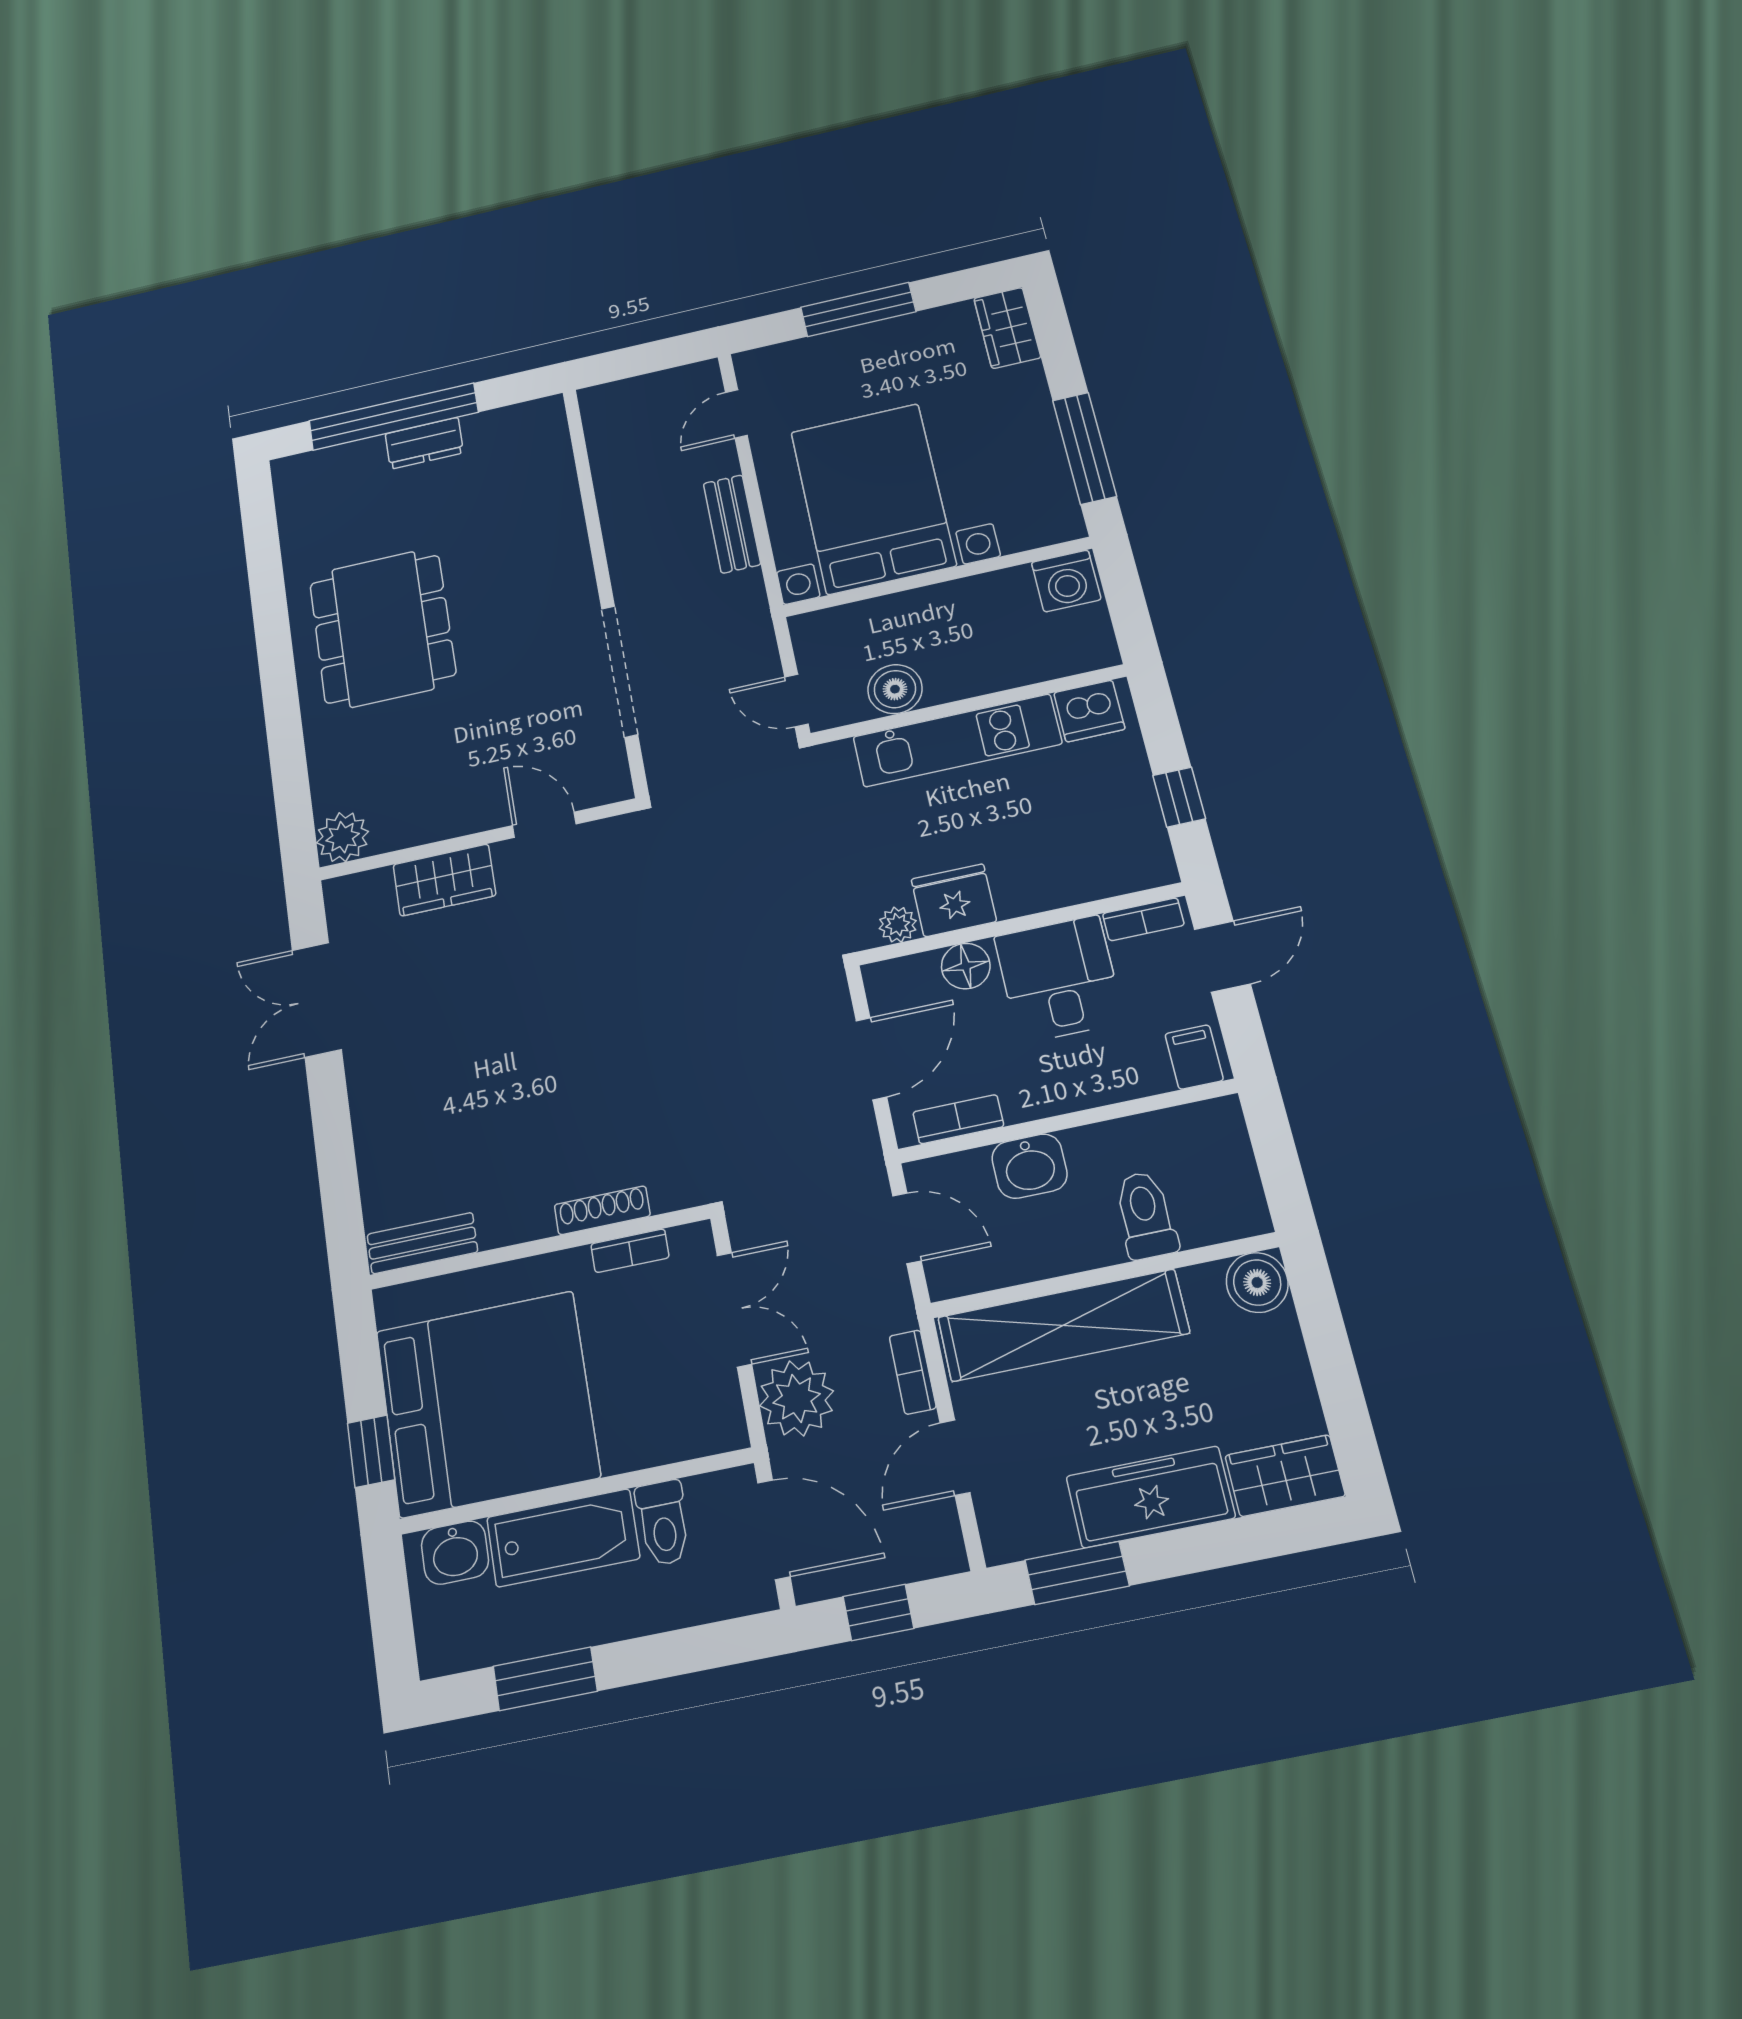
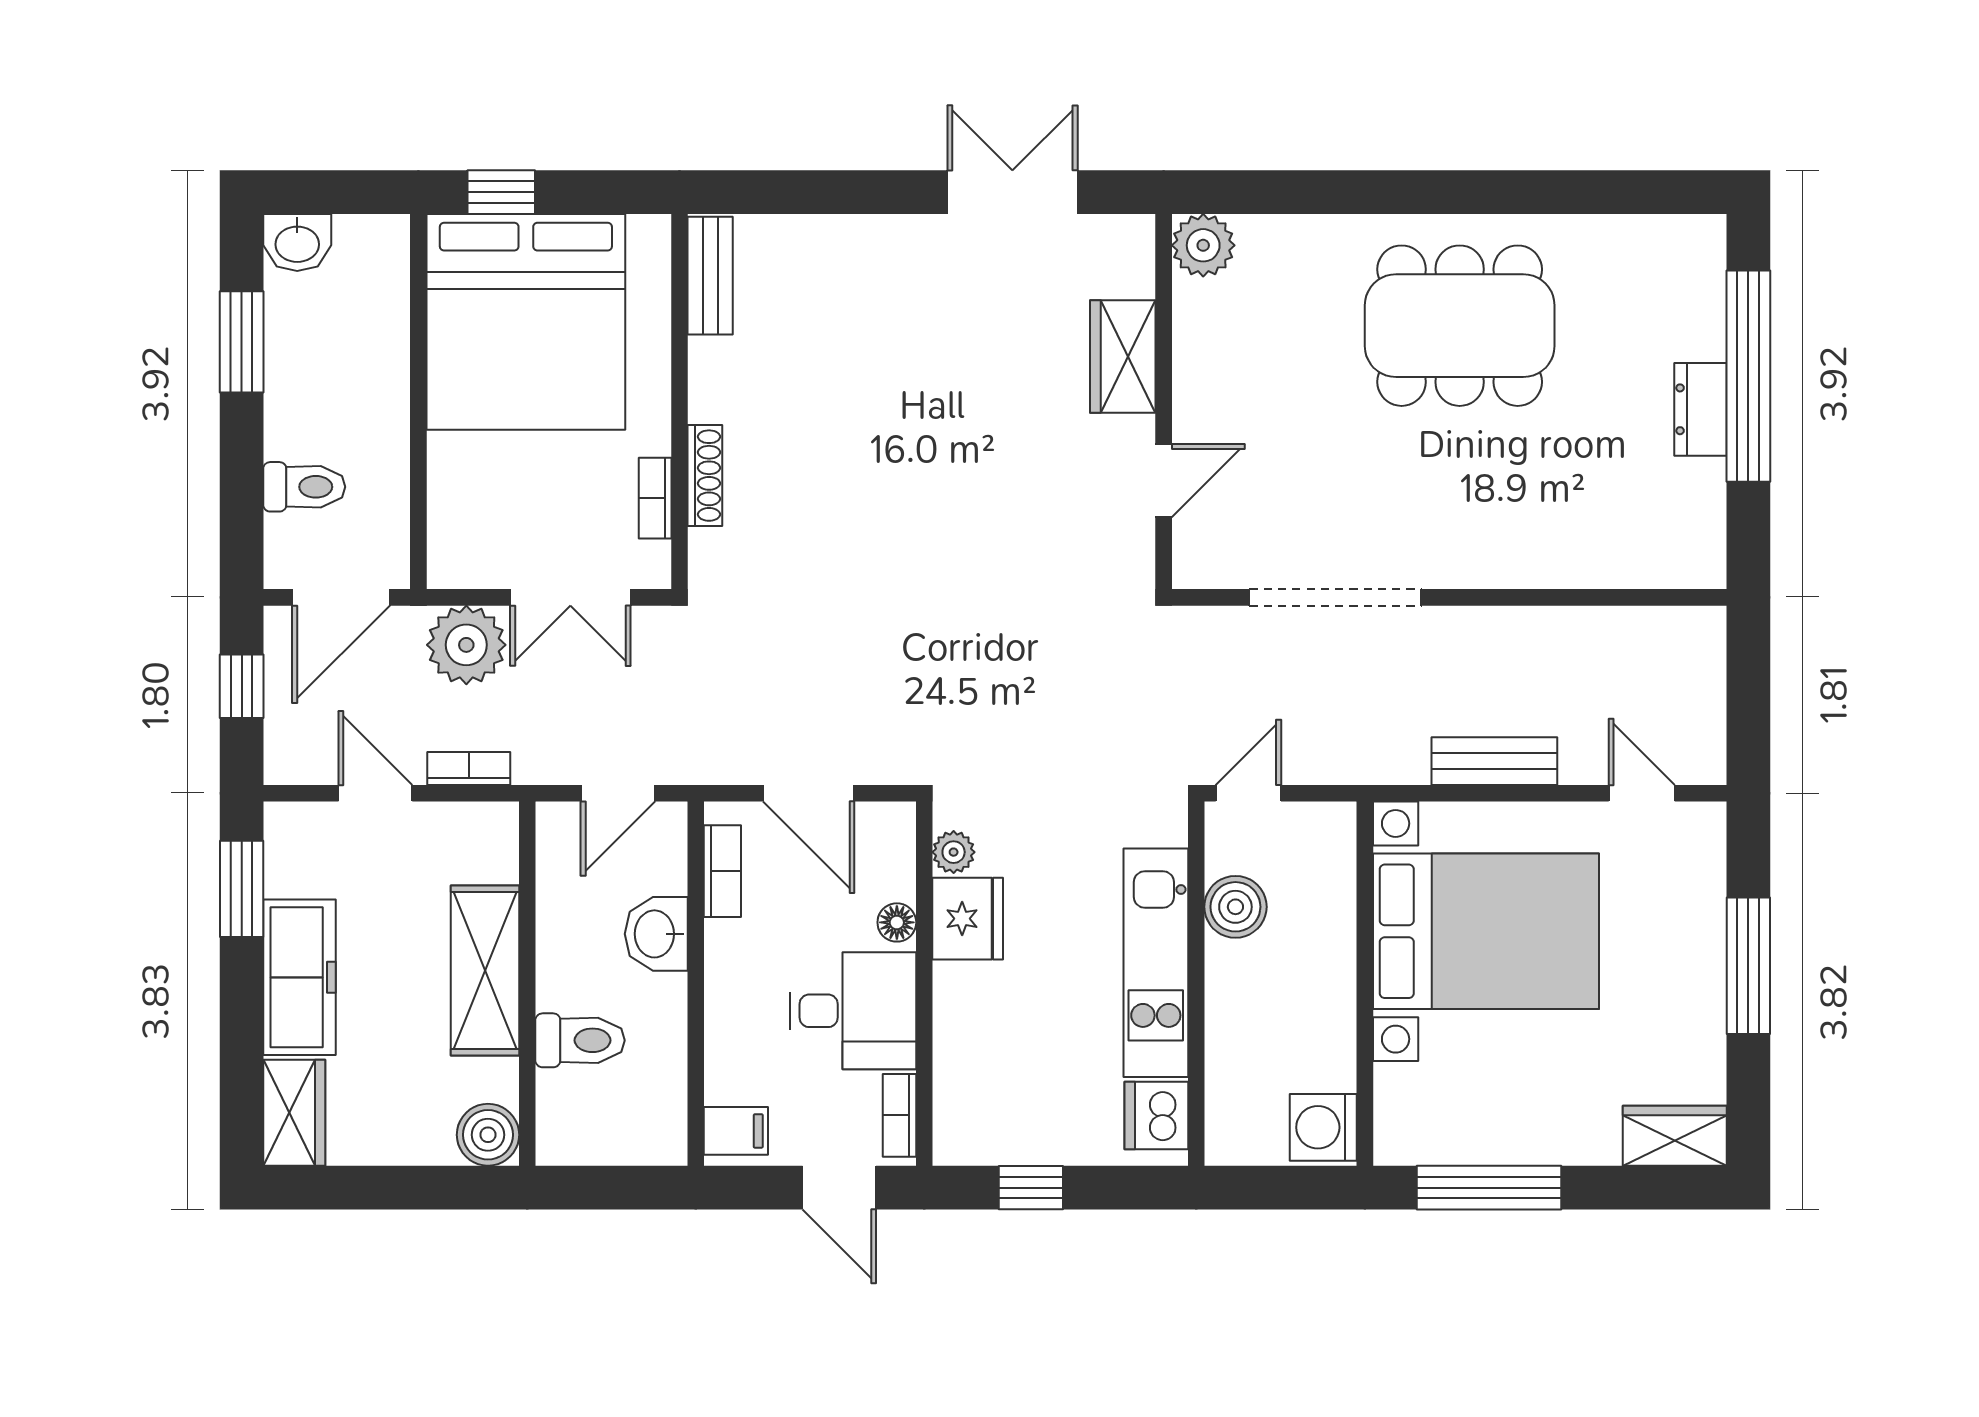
floor lamp: (966, 966) -> (897, 922), width x0.73, depth x0.73
shelving: (1063, 1325) -> (485, 971), width x0.68
toilet: (663, 1523) -> (304, 487), moved, turned 180
bathtub: (563, 1538) -> (374, 381), removed
washbasin: (455, 1553) -> (297, 243), moved, turned -90

